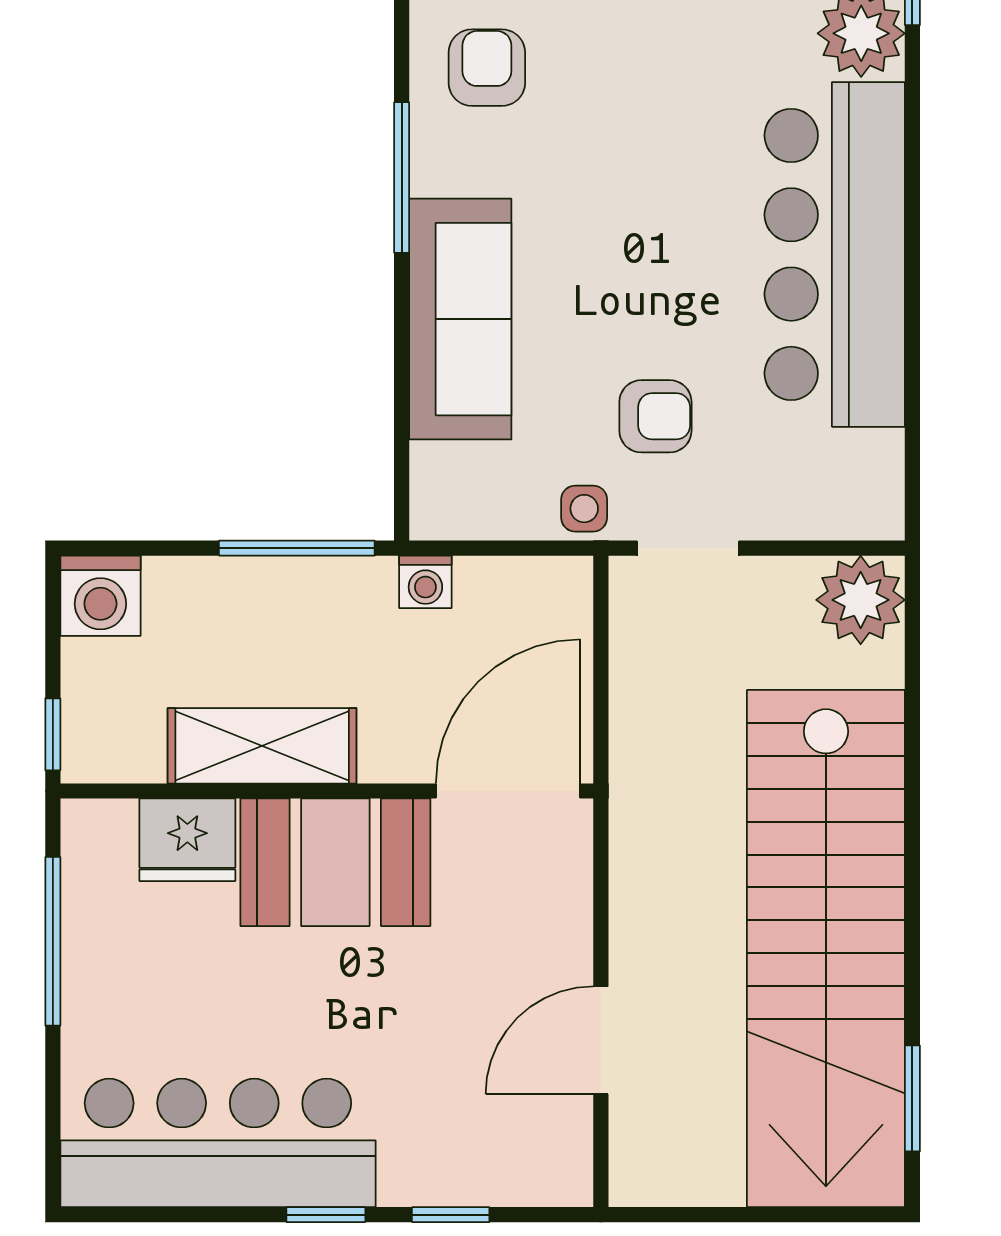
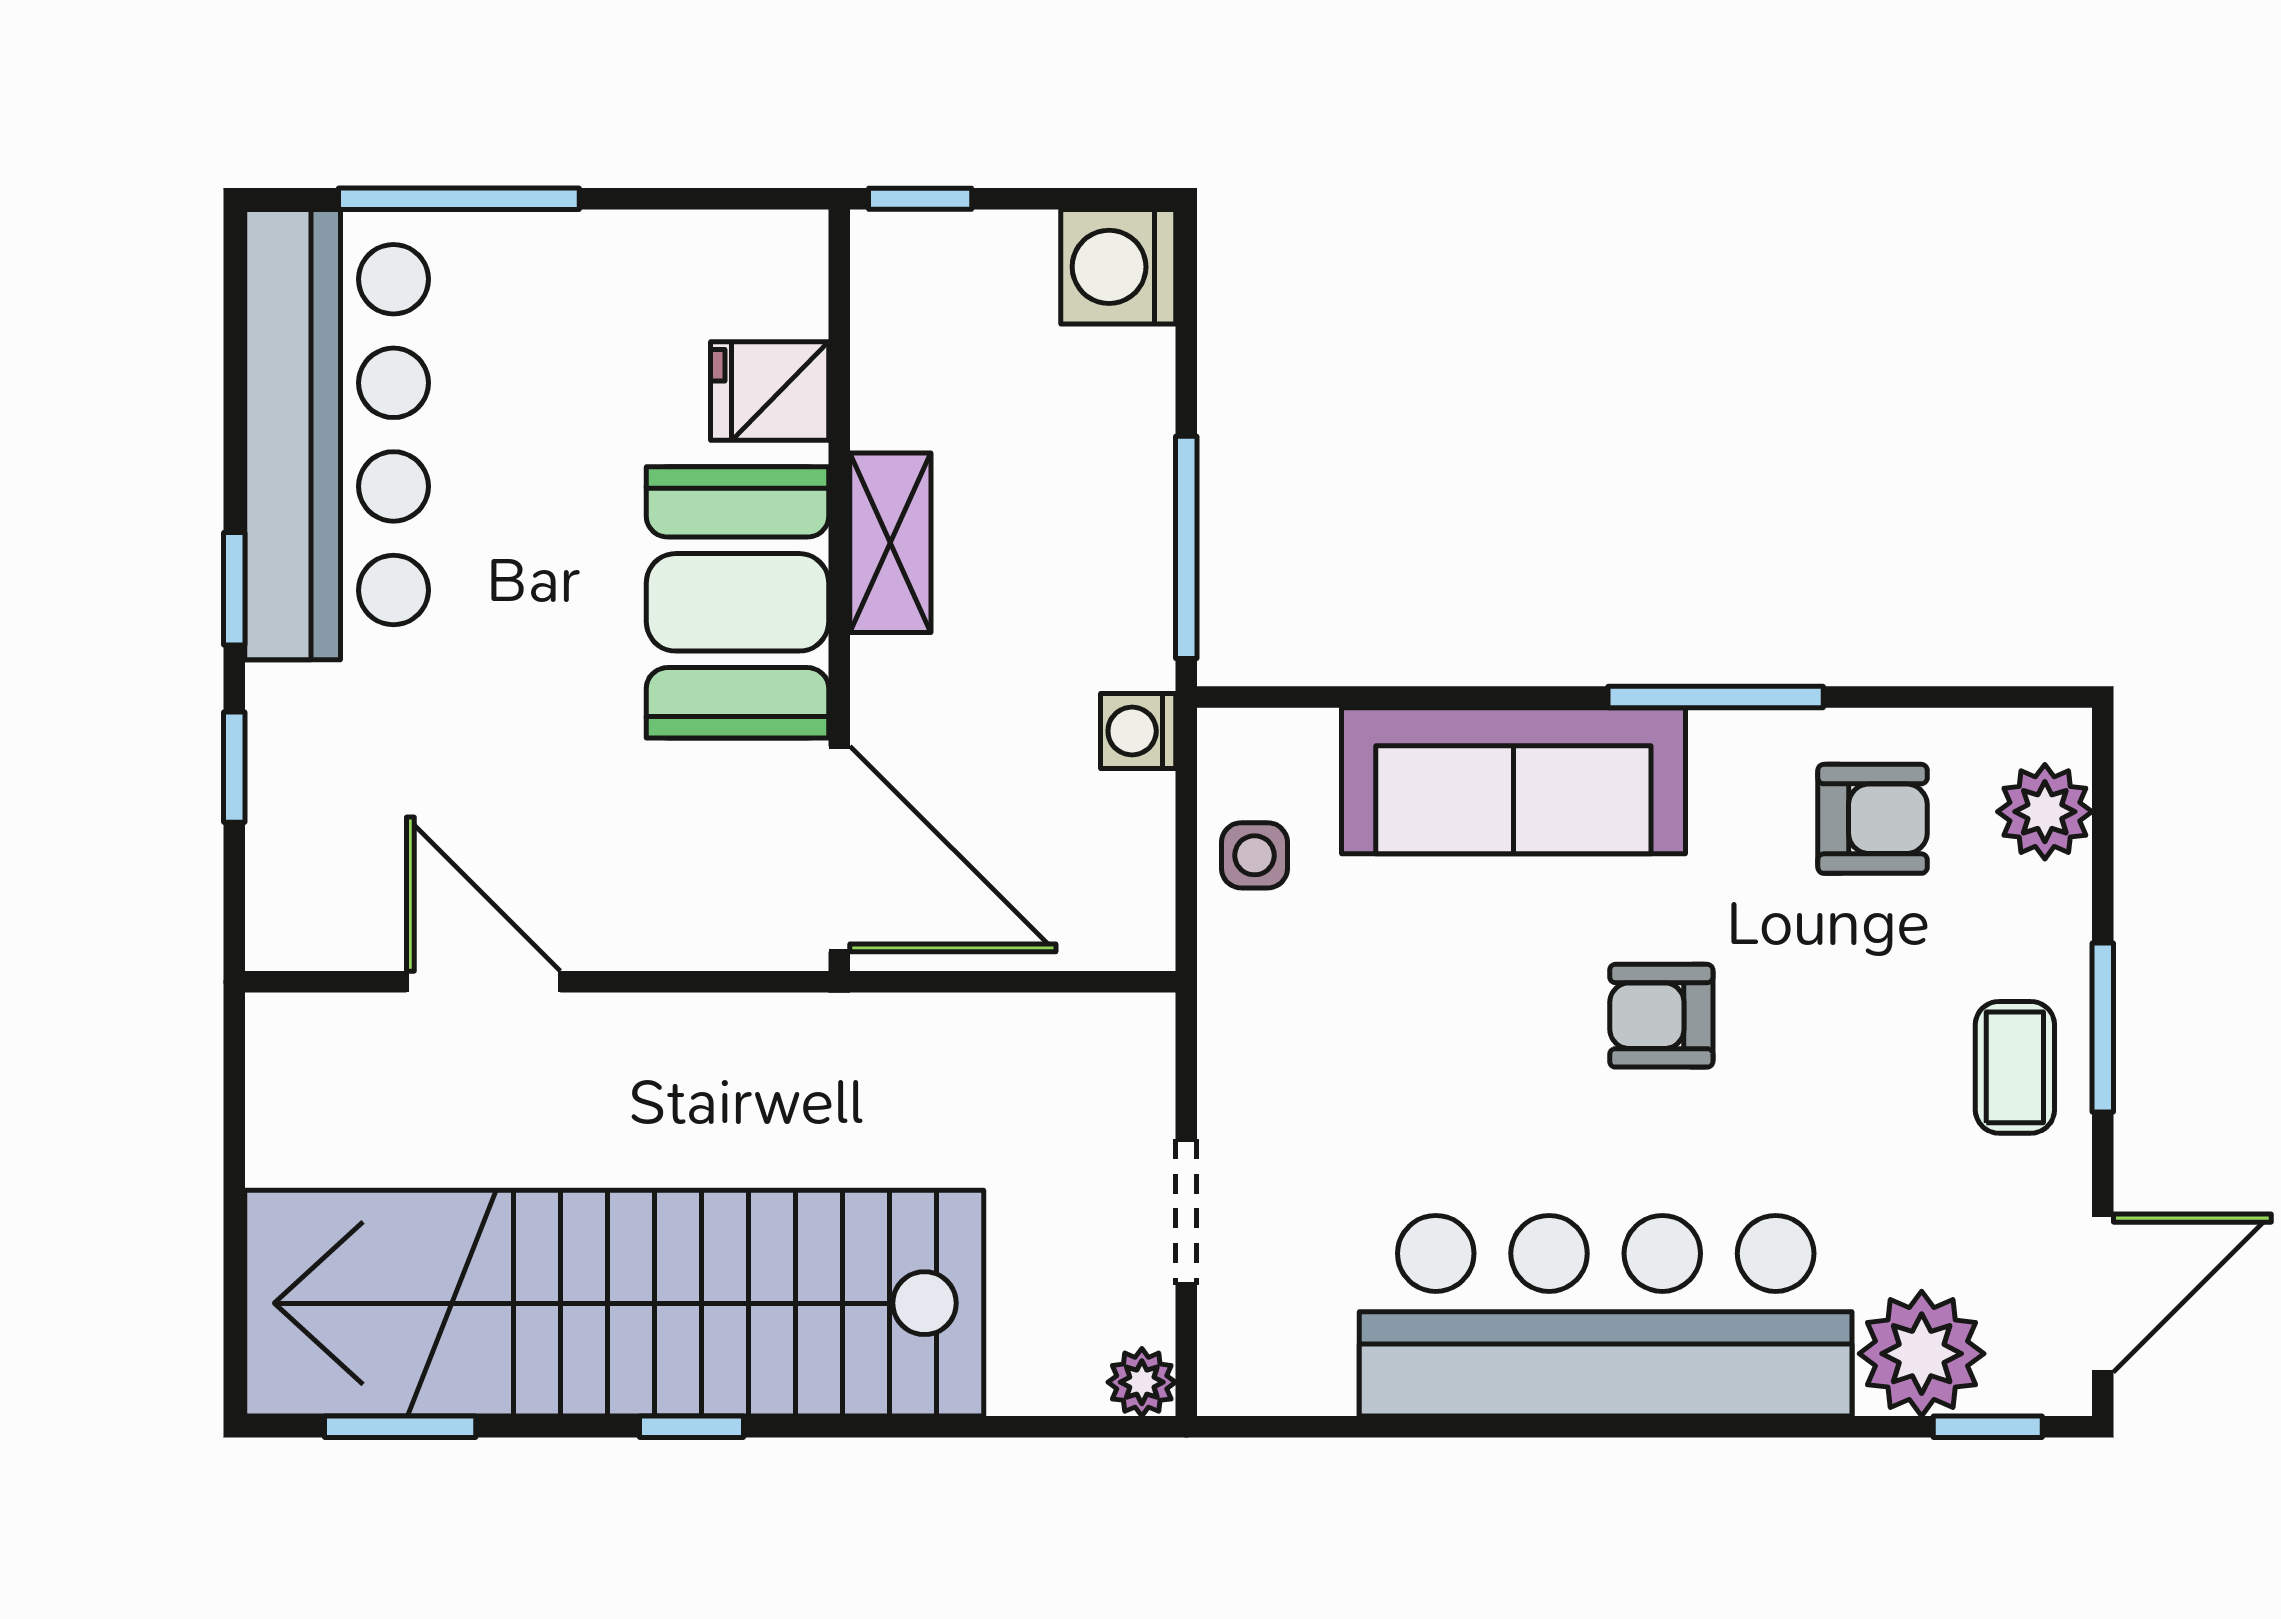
armchair: (655, 416) -> (1661, 1016), moved, turned 90
side table: (584, 509) -> (1254, 855), moved
doorway: (688, 548) -> (1186, 1212), moved
plant: (861, 600) -> (1142, 1382), width x0.53, depth x0.53
shelving: (262, 746) -> (890, 543), width x0.67, depth x0.75
fridge: (187, 840) -> (770, 391), width x0.72
window: (912, 894) -> (691, 1427), added
window: (53, 941) -> (459, 199), moved

